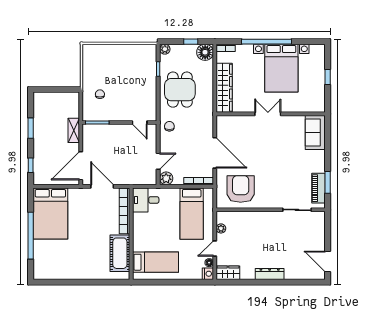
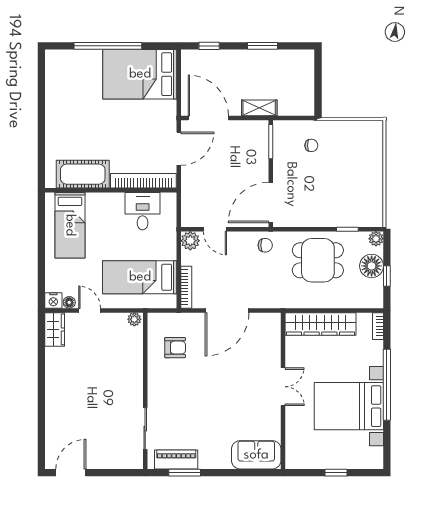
floor lamp: (205, 52) -> (372, 266), moved
door: (140, 122) -> (271, 203), width x1.88
armchair: (241, 189) -> (175, 348), width x0.53, depth x0.53
desk: (146, 200) -> (143, 211), moved
plant: (221, 228) -> (134, 319), moved
dresser: (270, 274) -> (53, 389), removed

